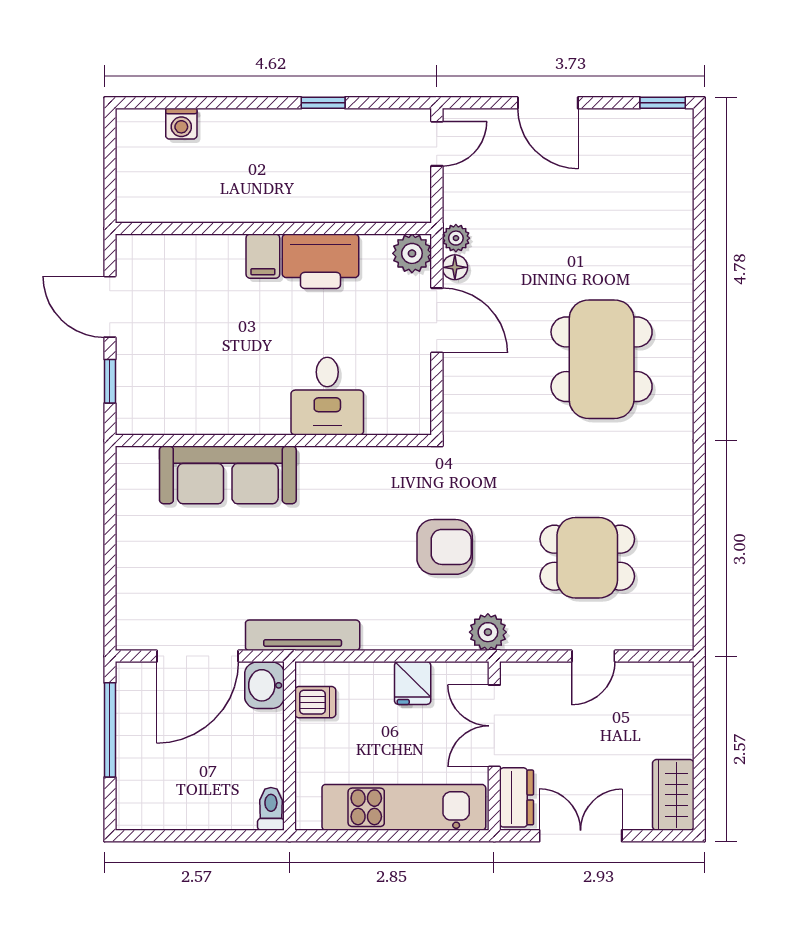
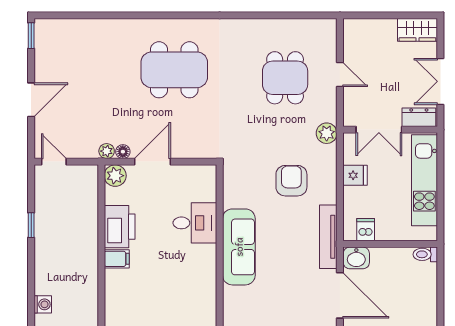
sofa: (228, 475) -> (239, 247), moved
armchair: (445, 547) -> (291, 181), moved

